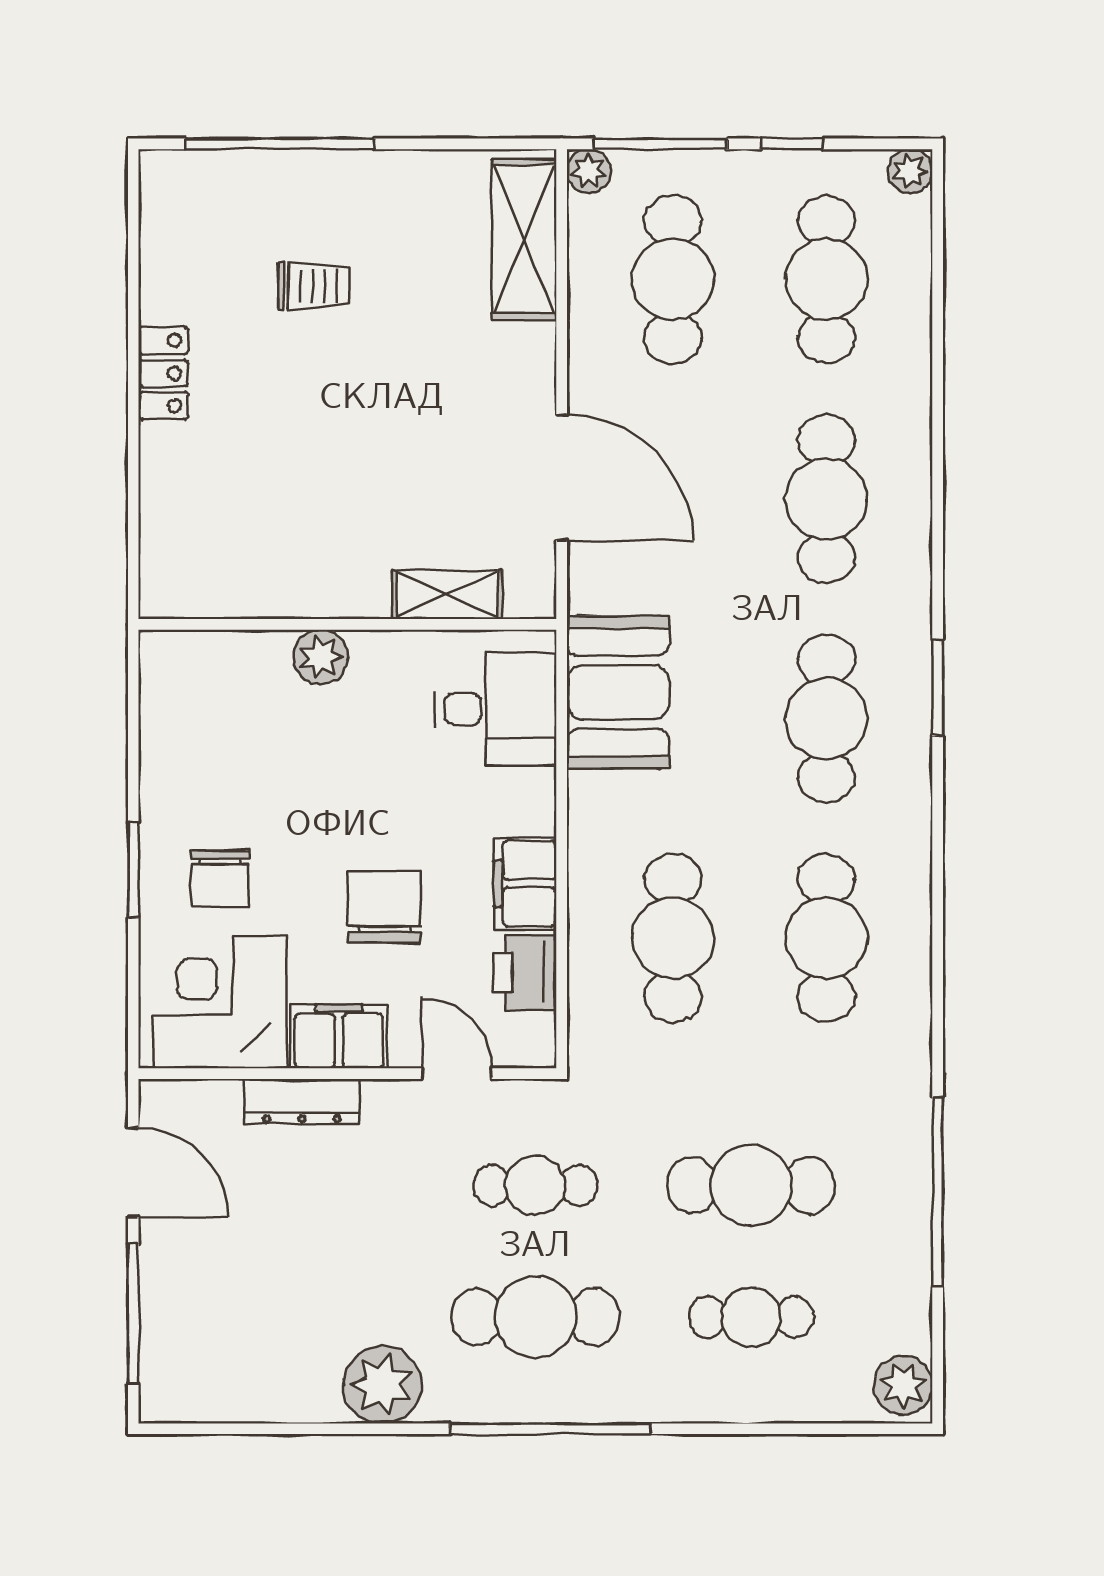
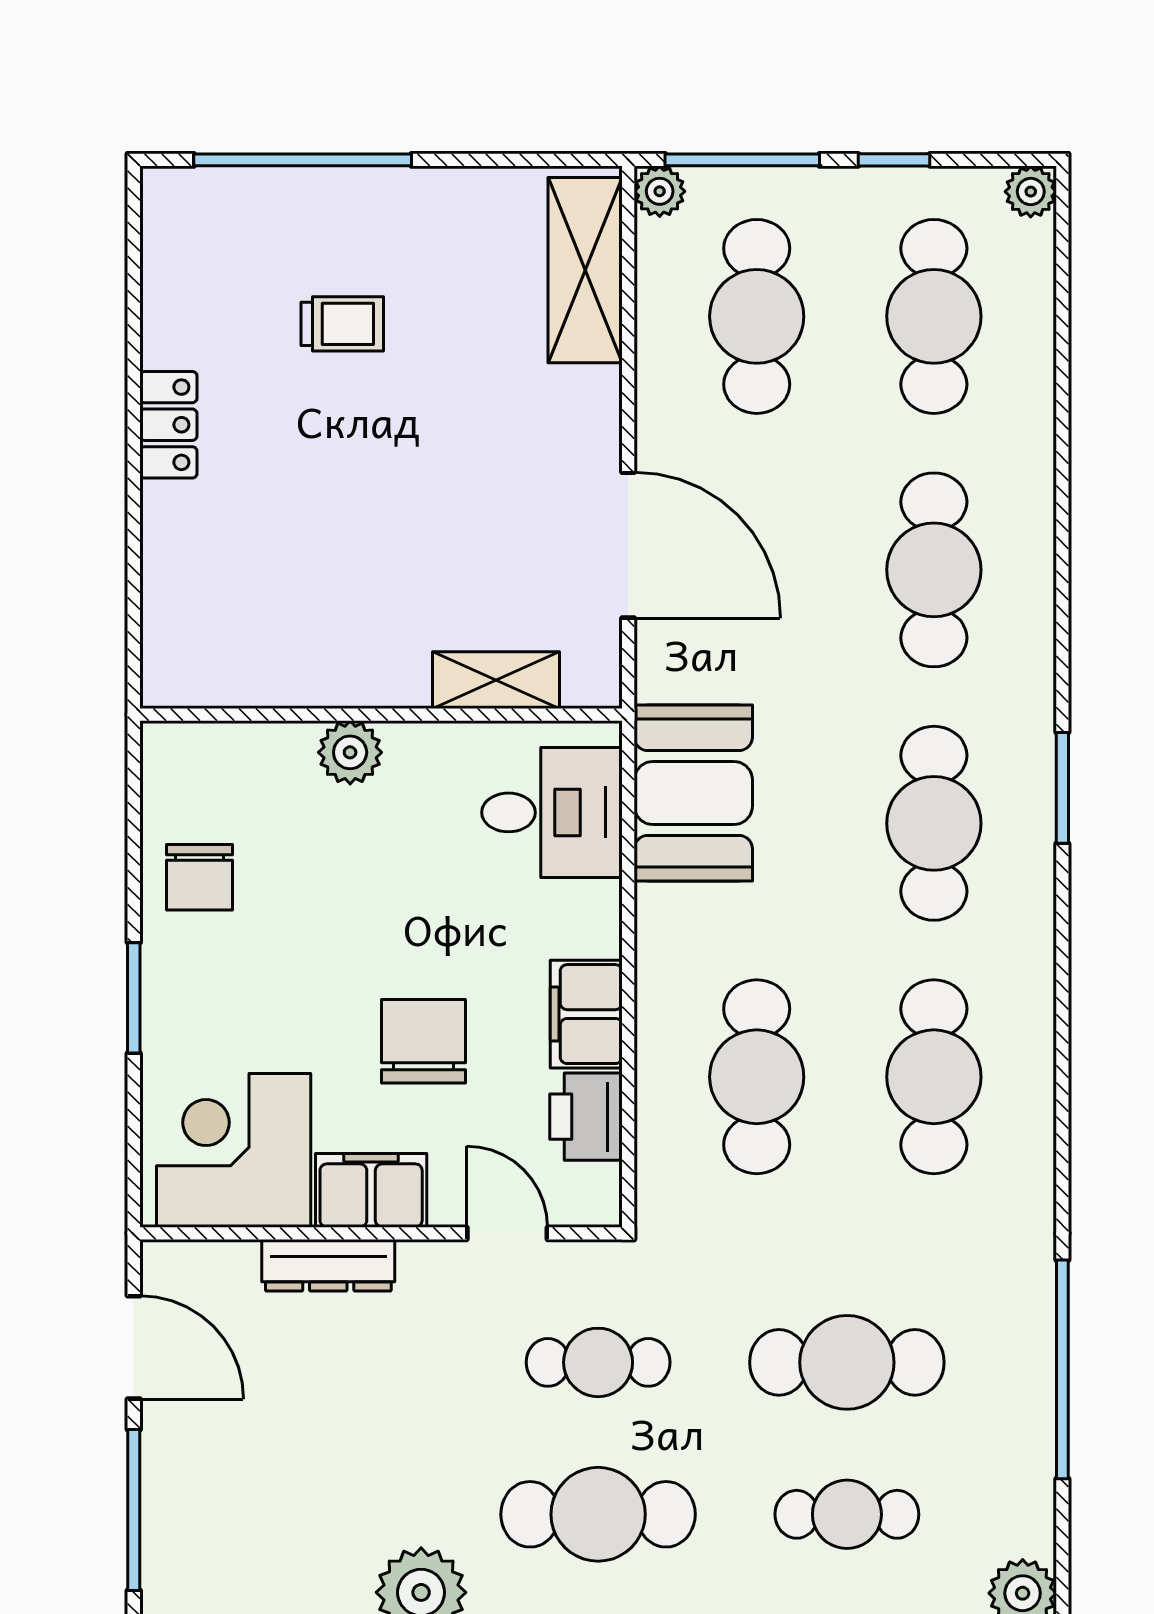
chair: (220, 879) -> (199, 877), moved

